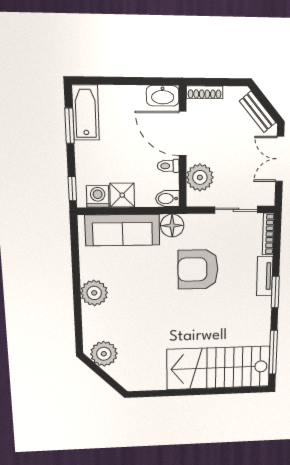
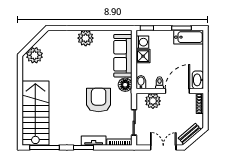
plant: (104, 354) -> (34, 55), moved

